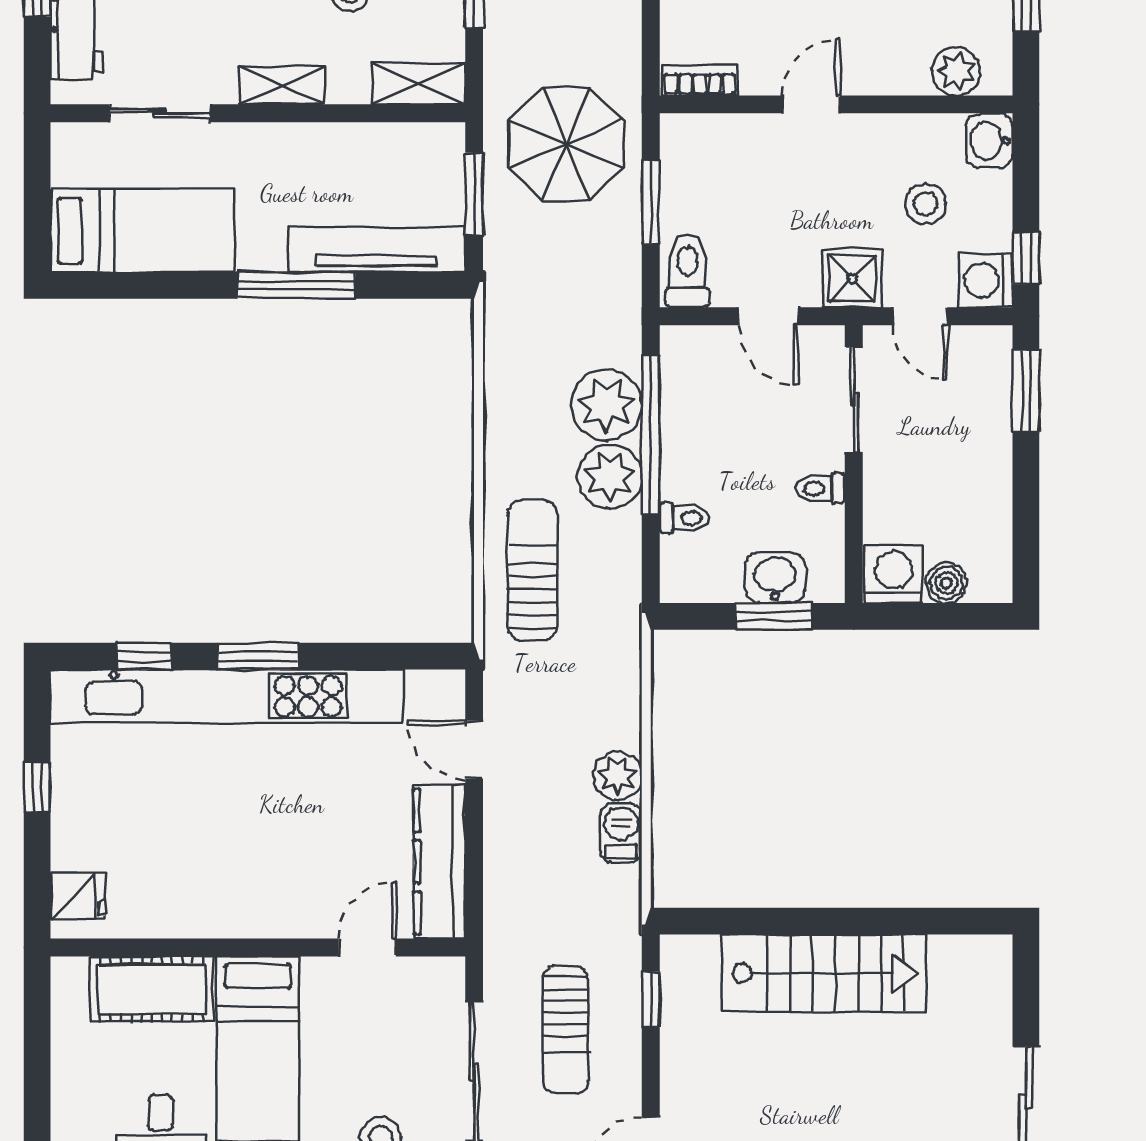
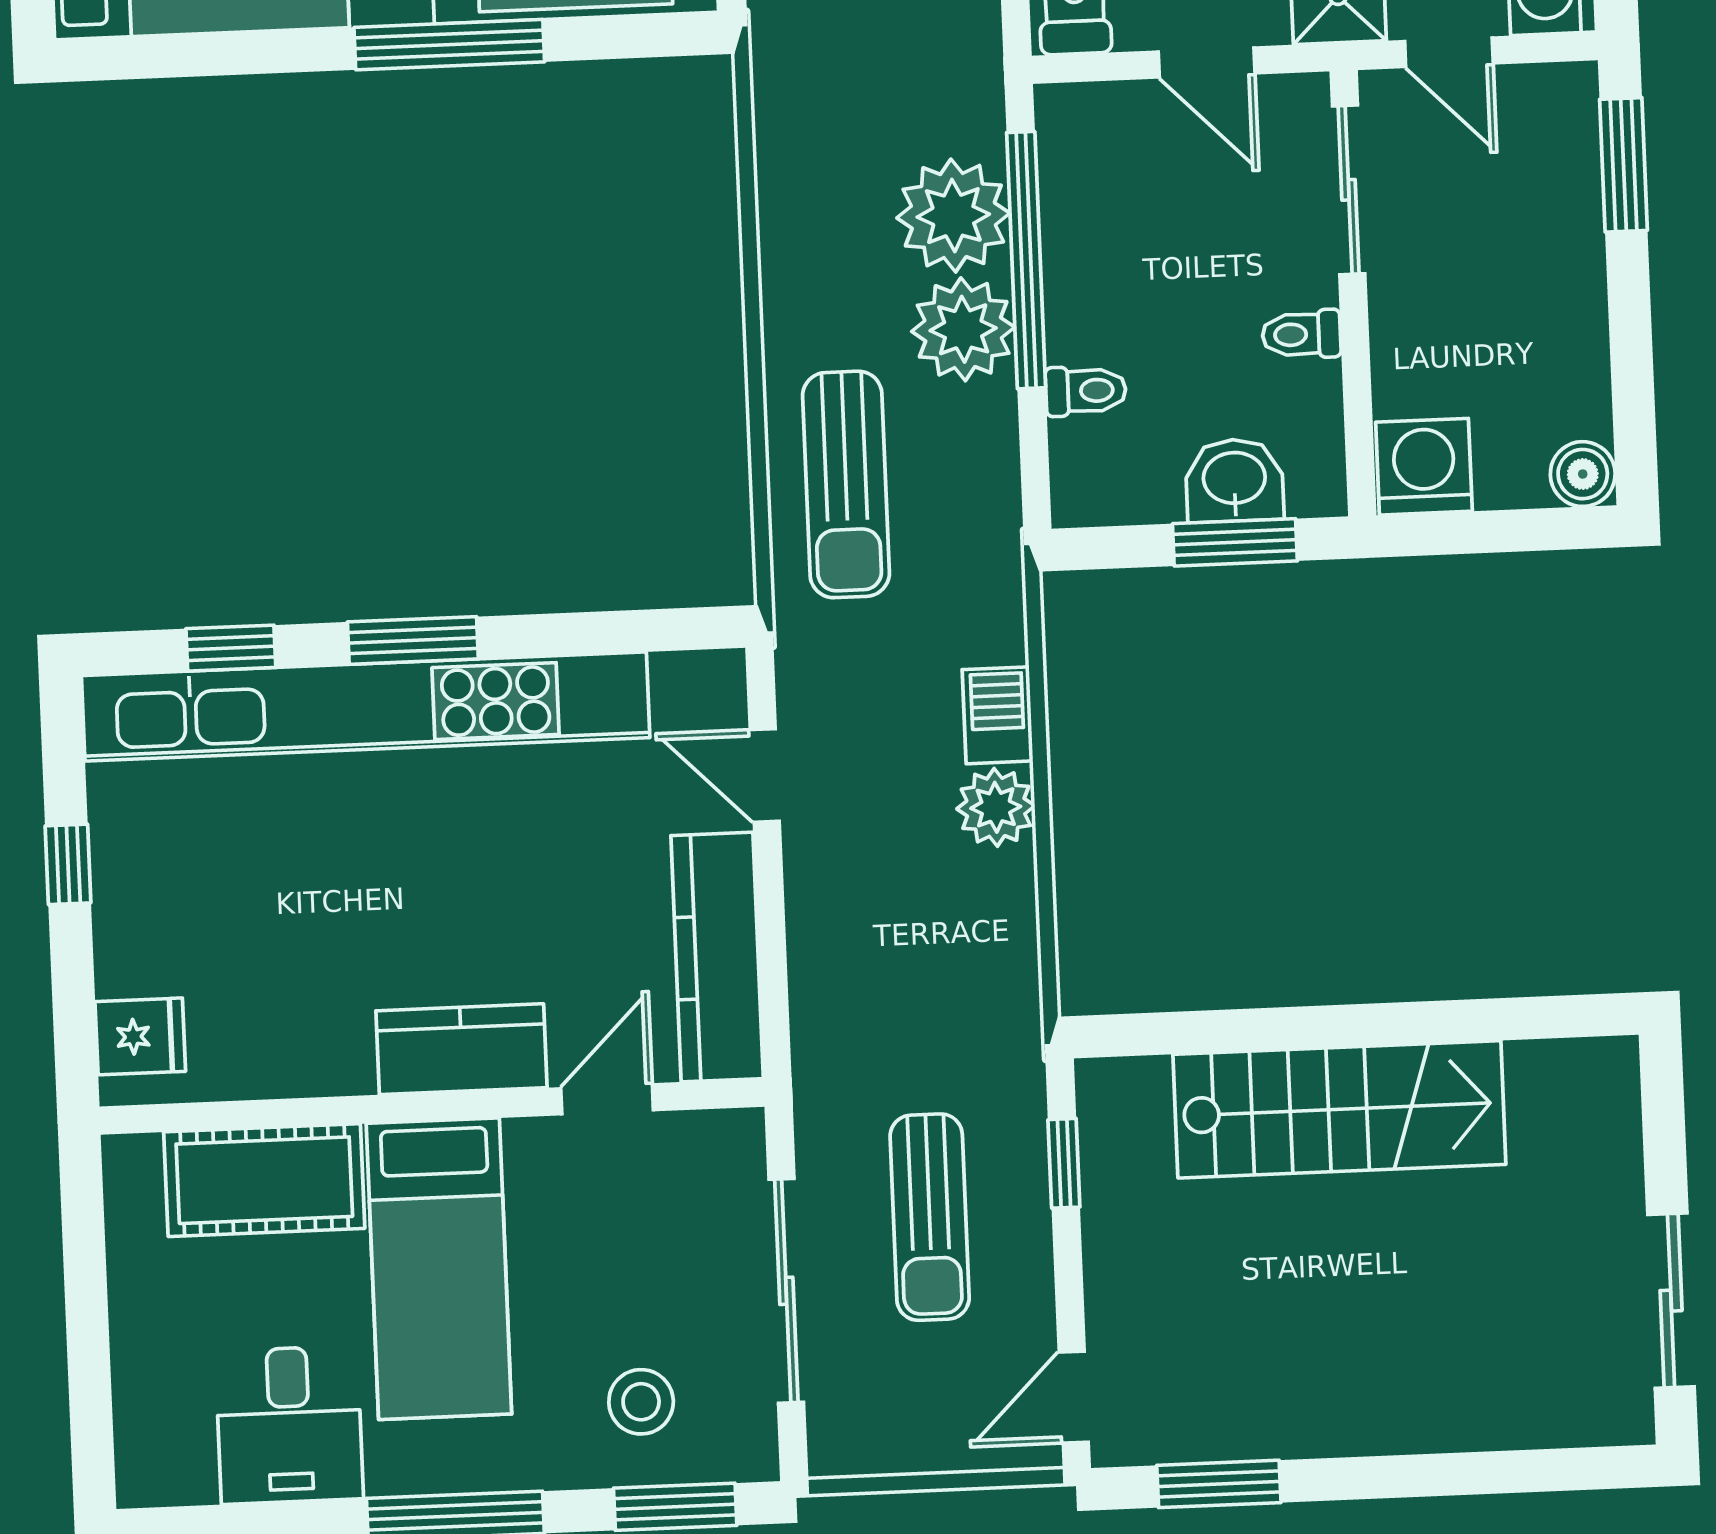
sun lounger: (532, 570) -> (846, 484), turned 180
boiler: (946, 583) -> (1583, 474), moved
barbecue: (621, 833) -> (998, 715), moved
kitchen counter: (278, 913) -> (461, 1049), added

